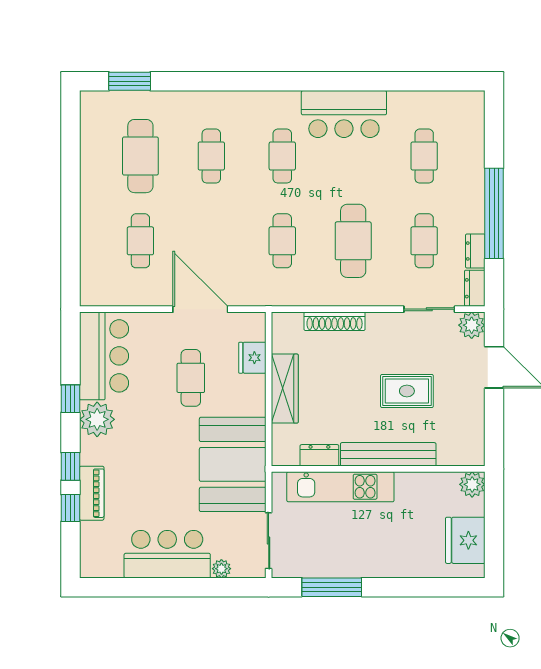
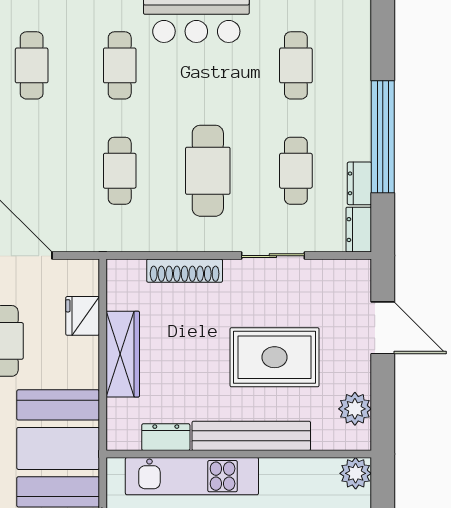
sliding door: (429, 309) -> (273, 256), moved
plant: (472, 325) -> (355, 409), moved
rug: (407, 391) -> (275, 357), width x1.36, depth x1.43

